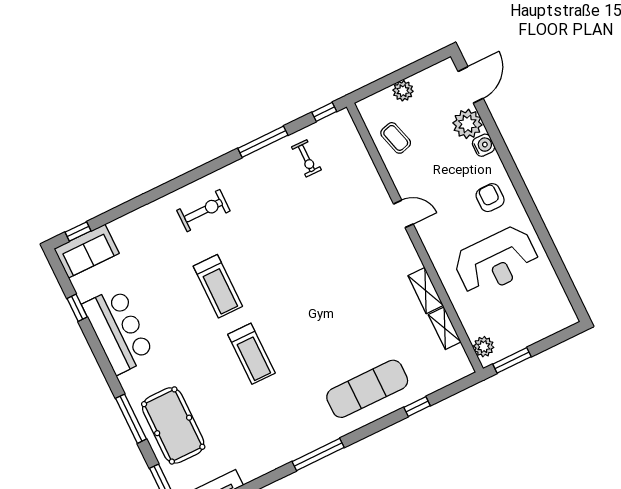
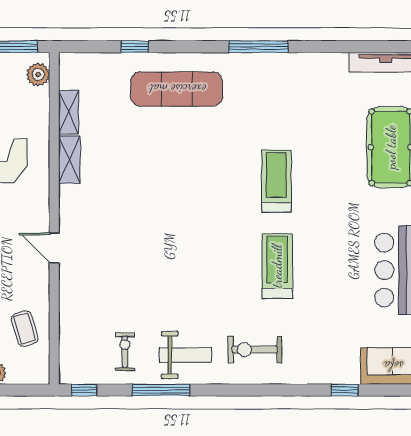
weight bench: (257, 179) -> (185, 355), added
window: (78, 232) -> (344, 390), moved

